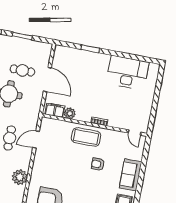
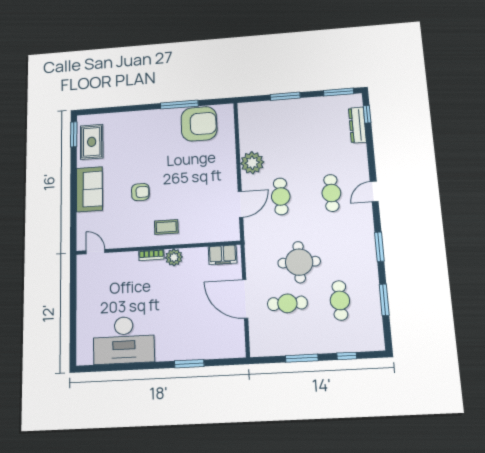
plant: (70, 113) -> (174, 257), moved
coffee table: (86, 137) -> (166, 227), width x0.54, depth x0.58
plant: (20, 177) -> (252, 163), moved

